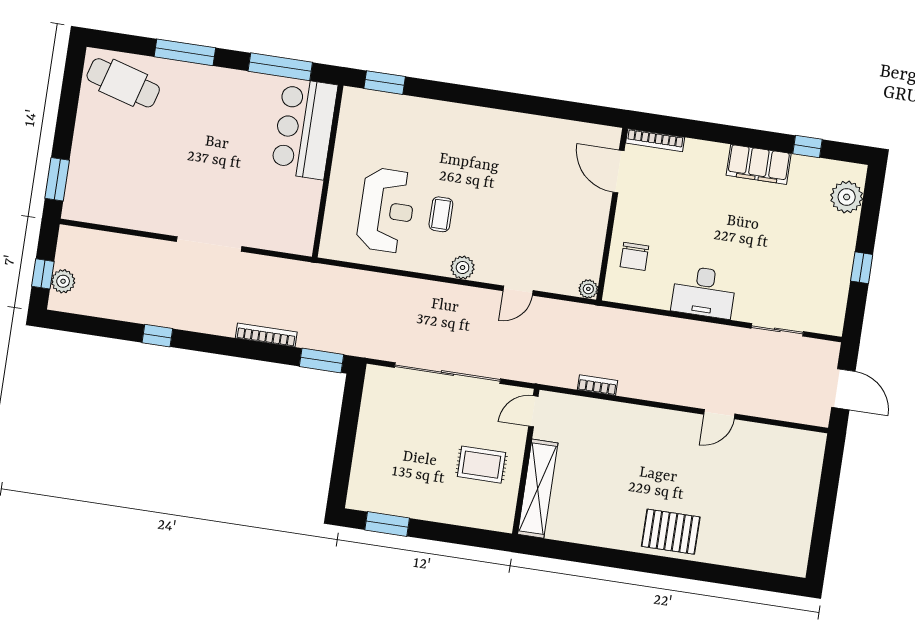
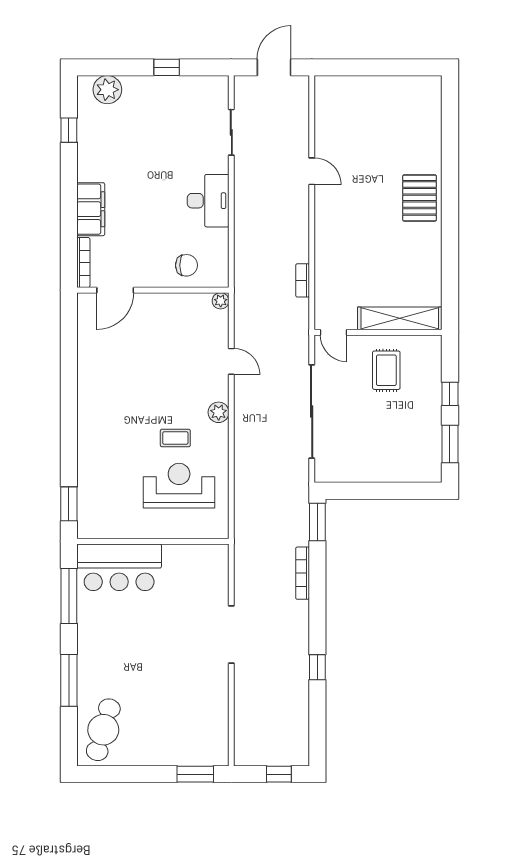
filing cabinet: (759, 164) -> (91, 209), moved
plant: (63, 281) -> (283, 756), removed
window: (444, 533) -> (450, 394), added

